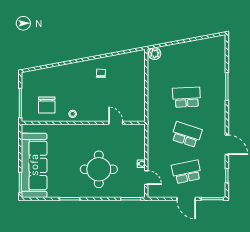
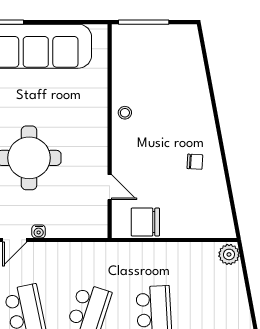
chair: (47, 105) -> (145, 222), moved
door: (116, 123) -> (110, 187), hinge flipped

